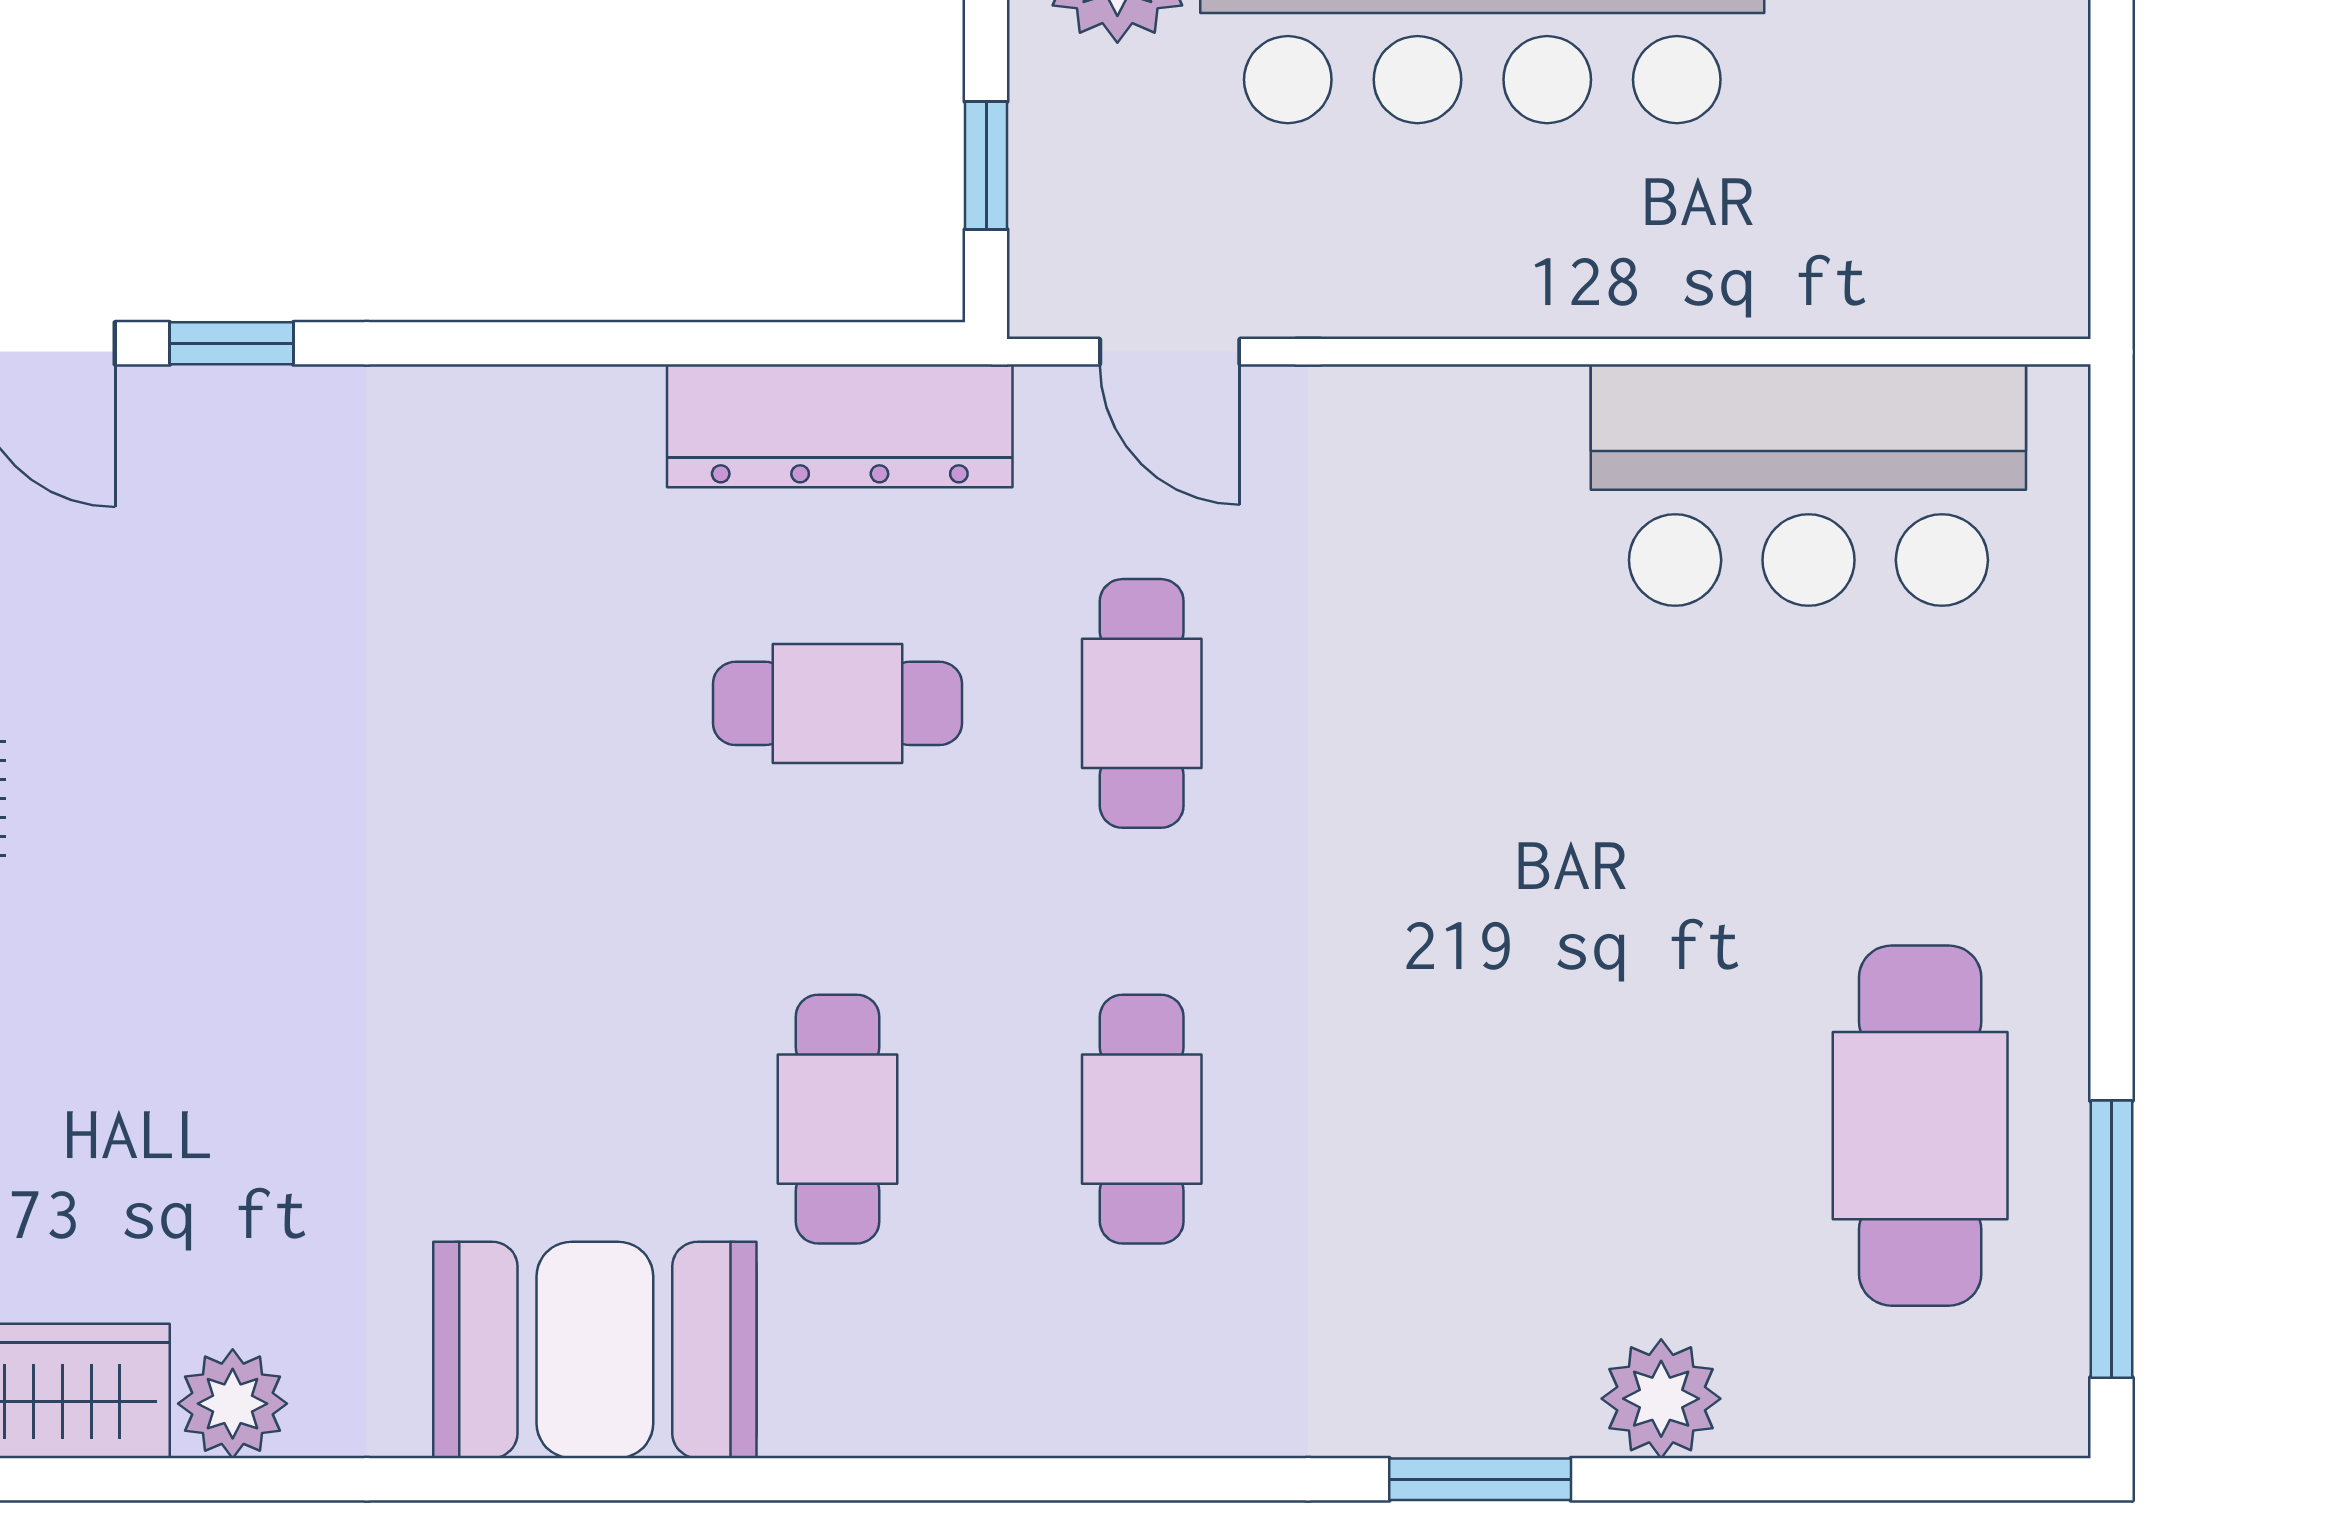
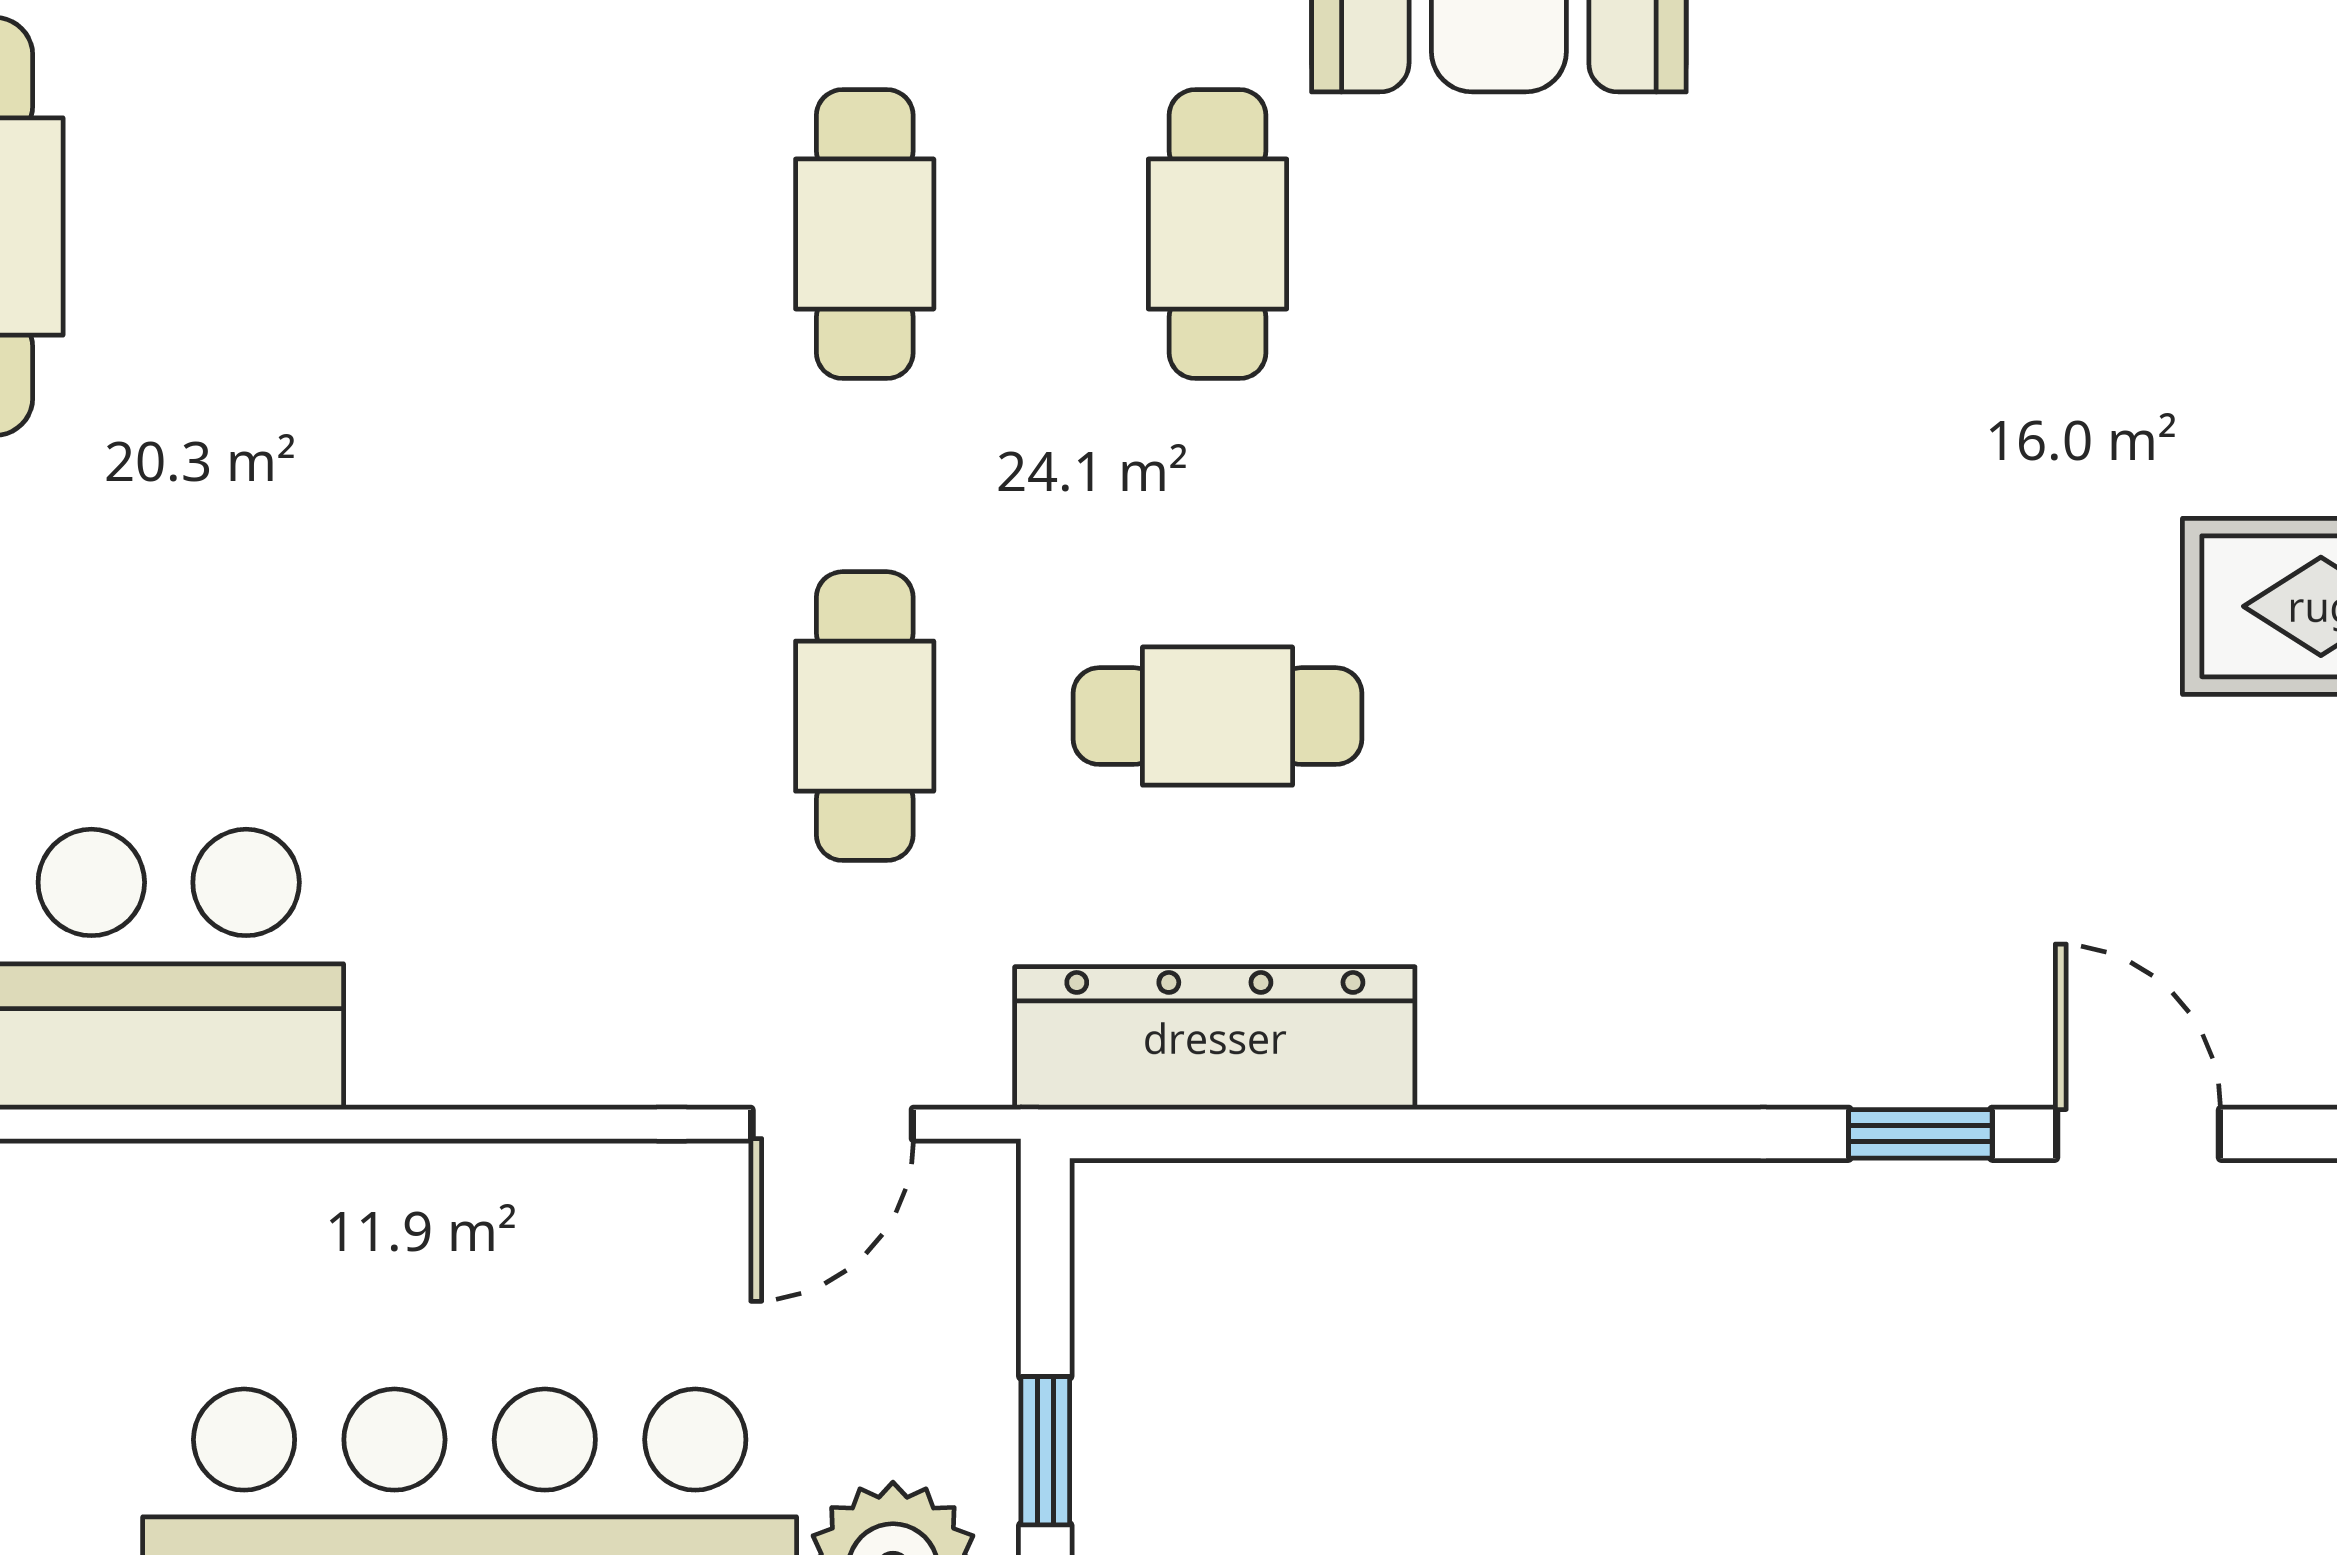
window: (986, 166) -> (1045, 1451), moved
door: (1170, 352) -> (832, 1124), swing flipped

